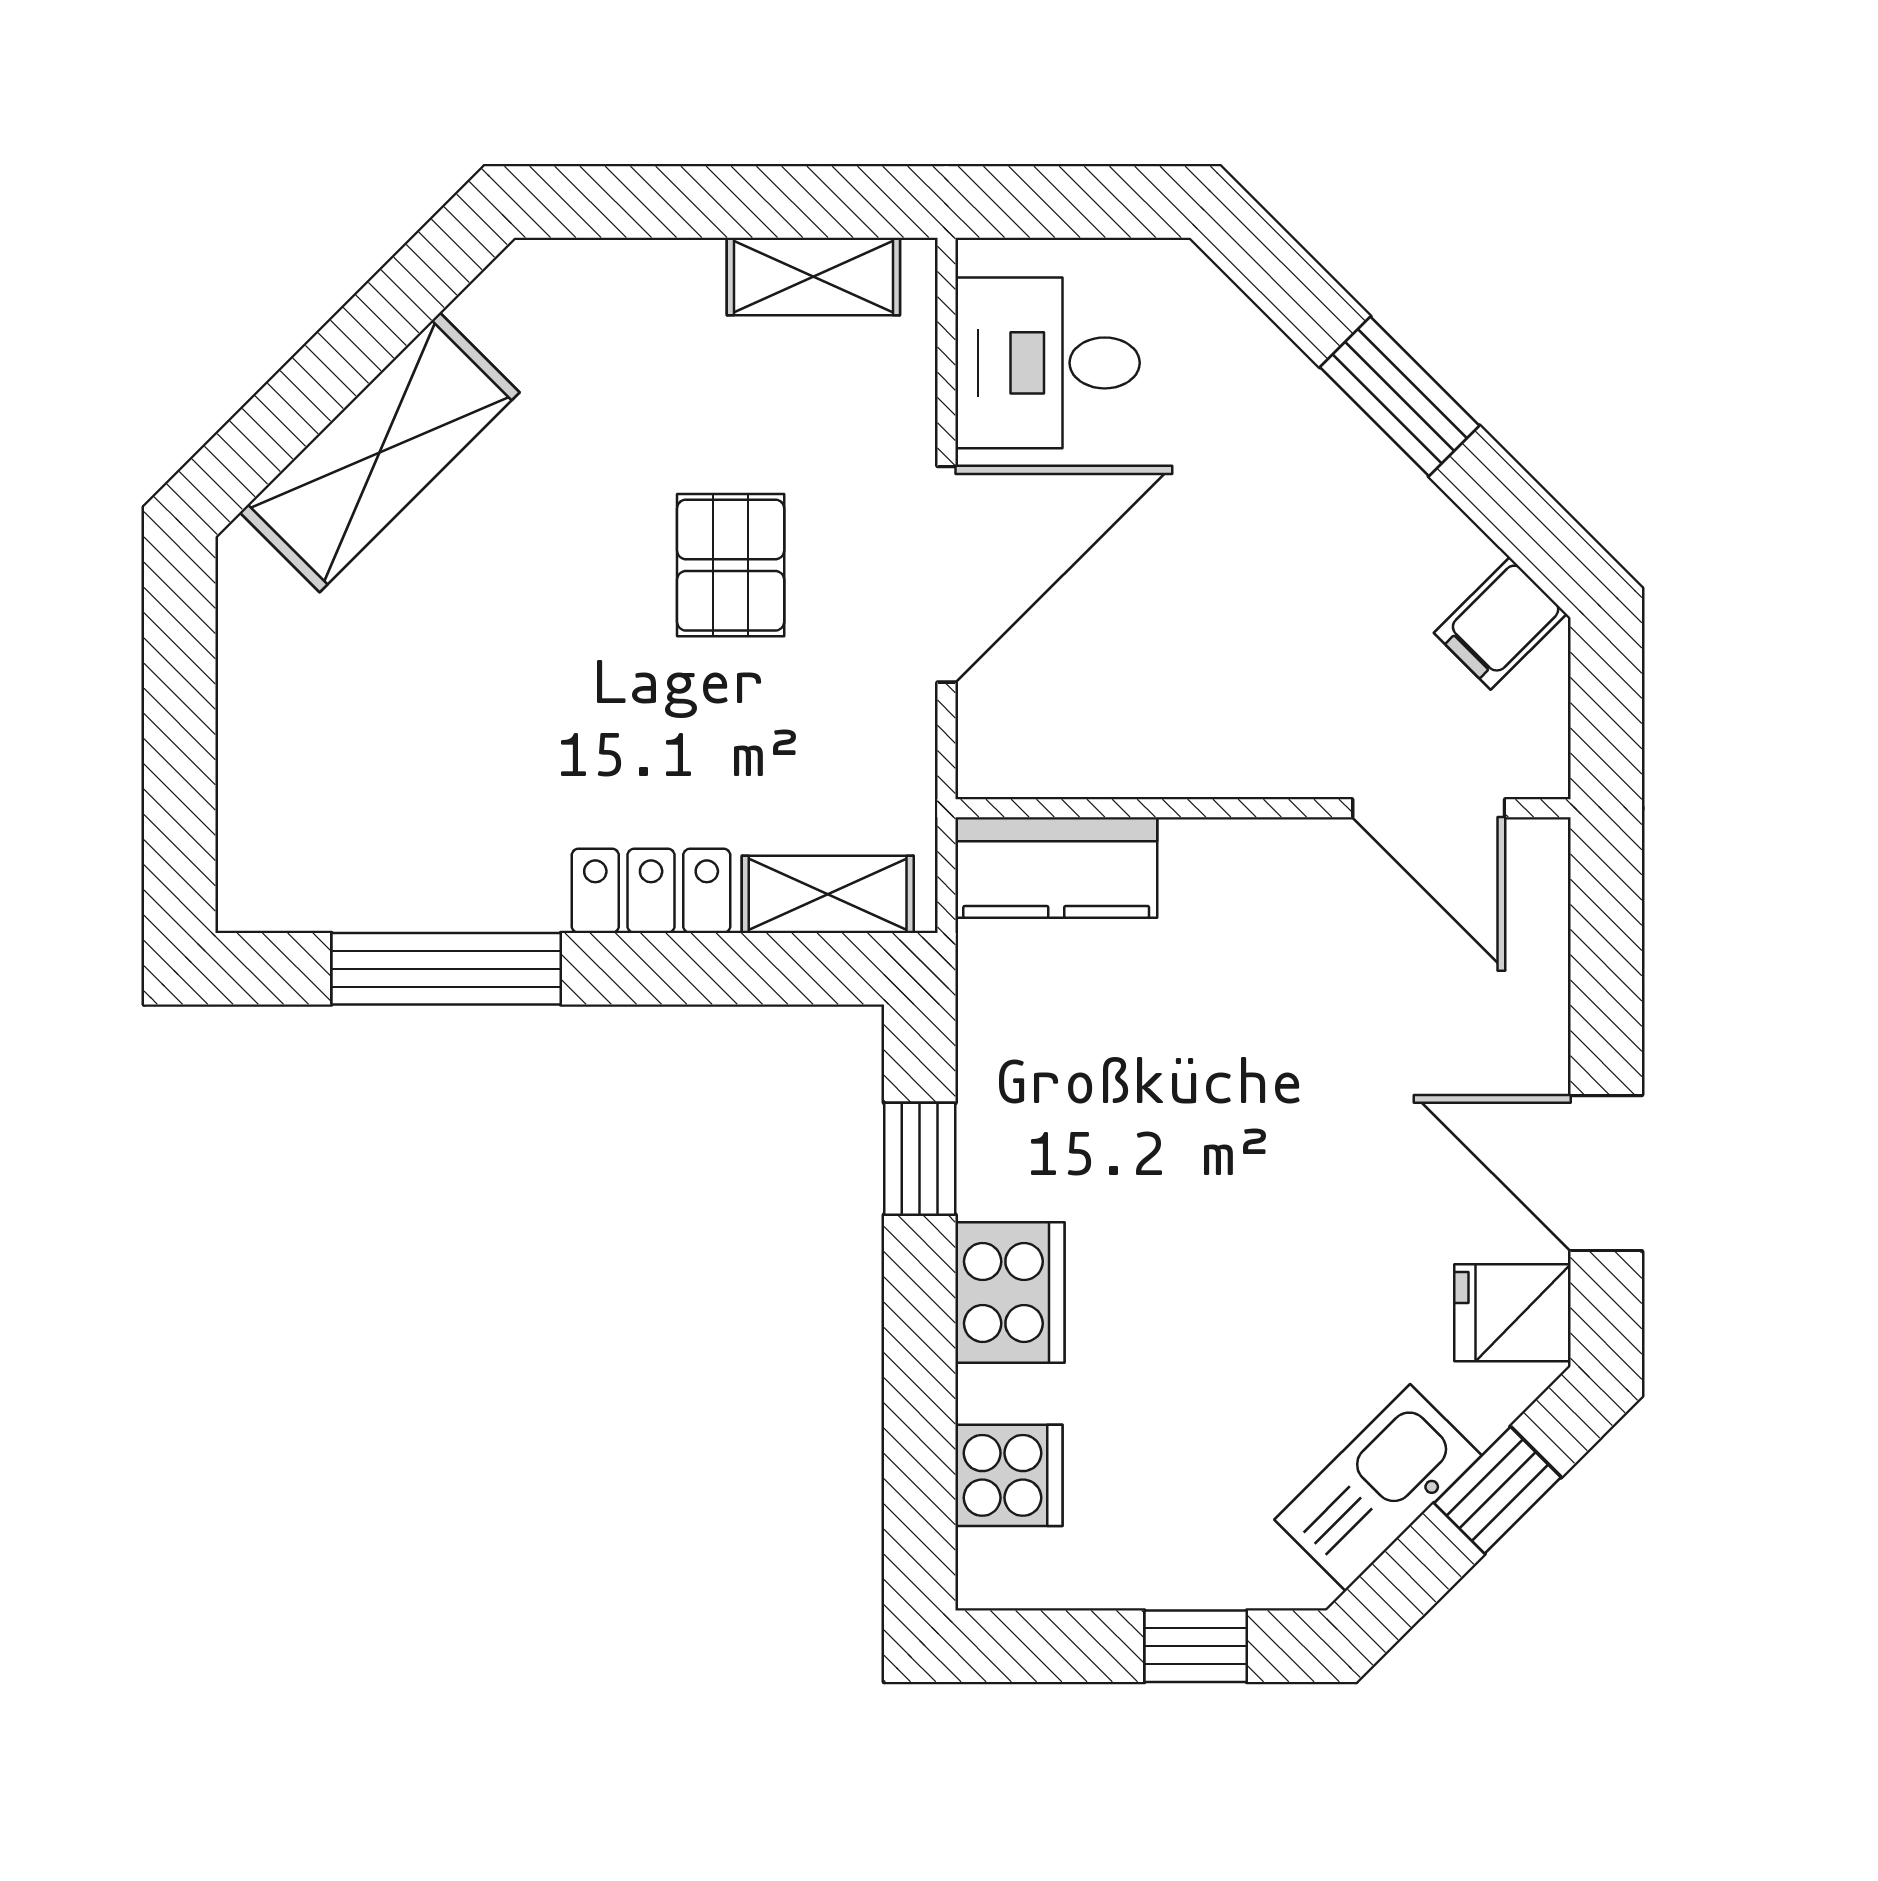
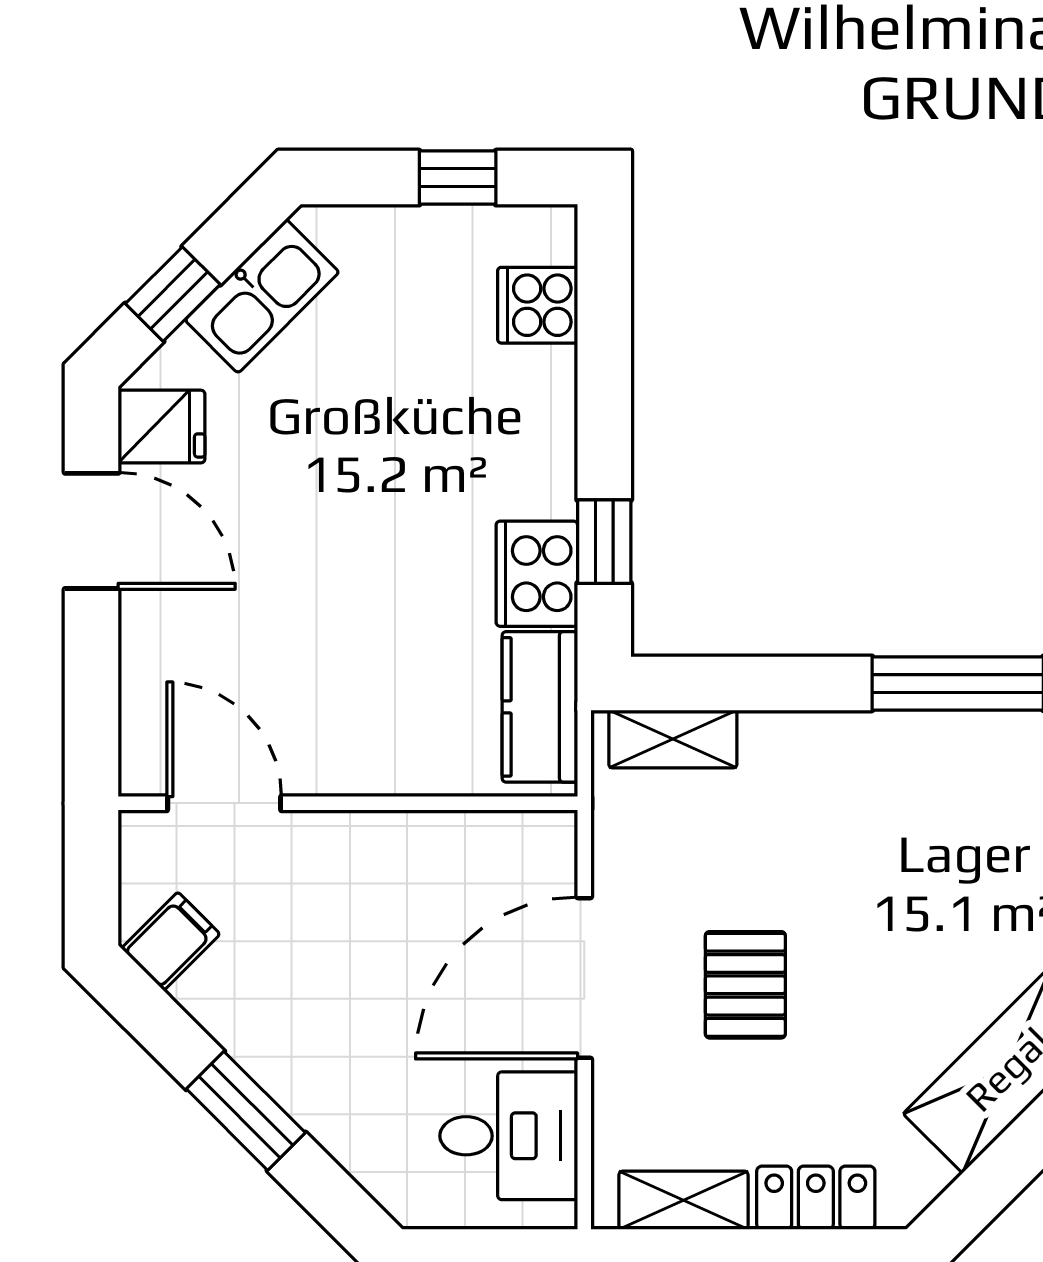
kitchen counter: (1056, 868) -> (540, 707), moved, turned -90
locker: (651, 891) -> (816, 1198), moved, turned 180
cooker: (1010, 1292) -> (537, 574), moved
window: (1196, 1646) -> (458, 178), moved

